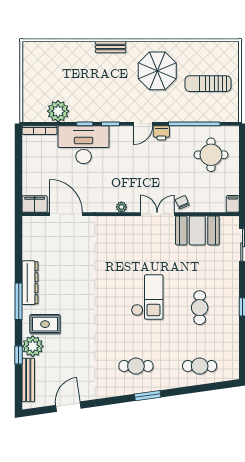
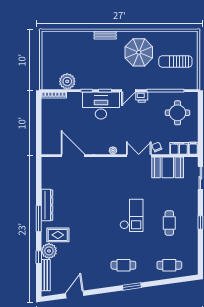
desk: (84, 145) -> (101, 106), moved
filing cabinet: (35, 204) -> (179, 148), moved

